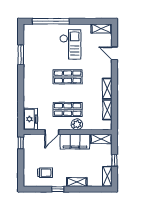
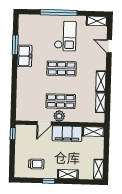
window: (51, 21) -> (59, 13), moved
freezer: (30, 119) -> (25, 56), moved
plant: (77, 124) -> (59, 116), moved
window: (114, 160) -> (106, 153), removed

